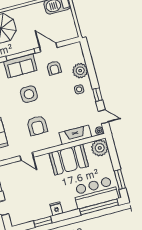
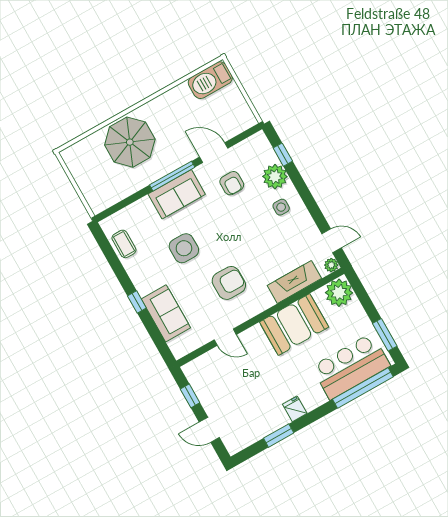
side table: (29, 94) -> (184, 248), moved
window: (97, 95) -> (283, 155), moved
armchair: (37, 125) -> (229, 283), turned -90

